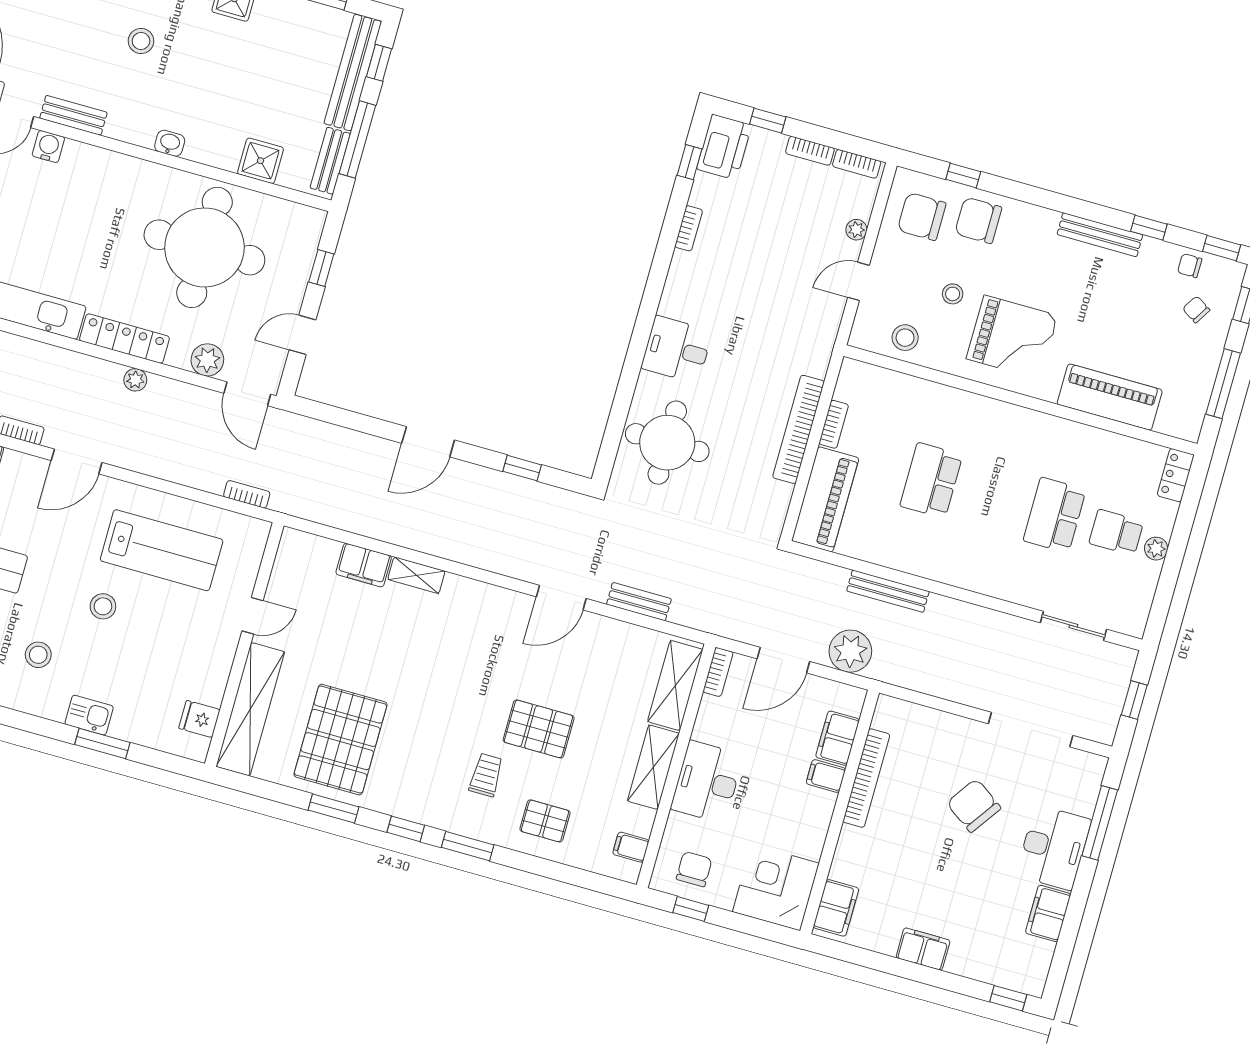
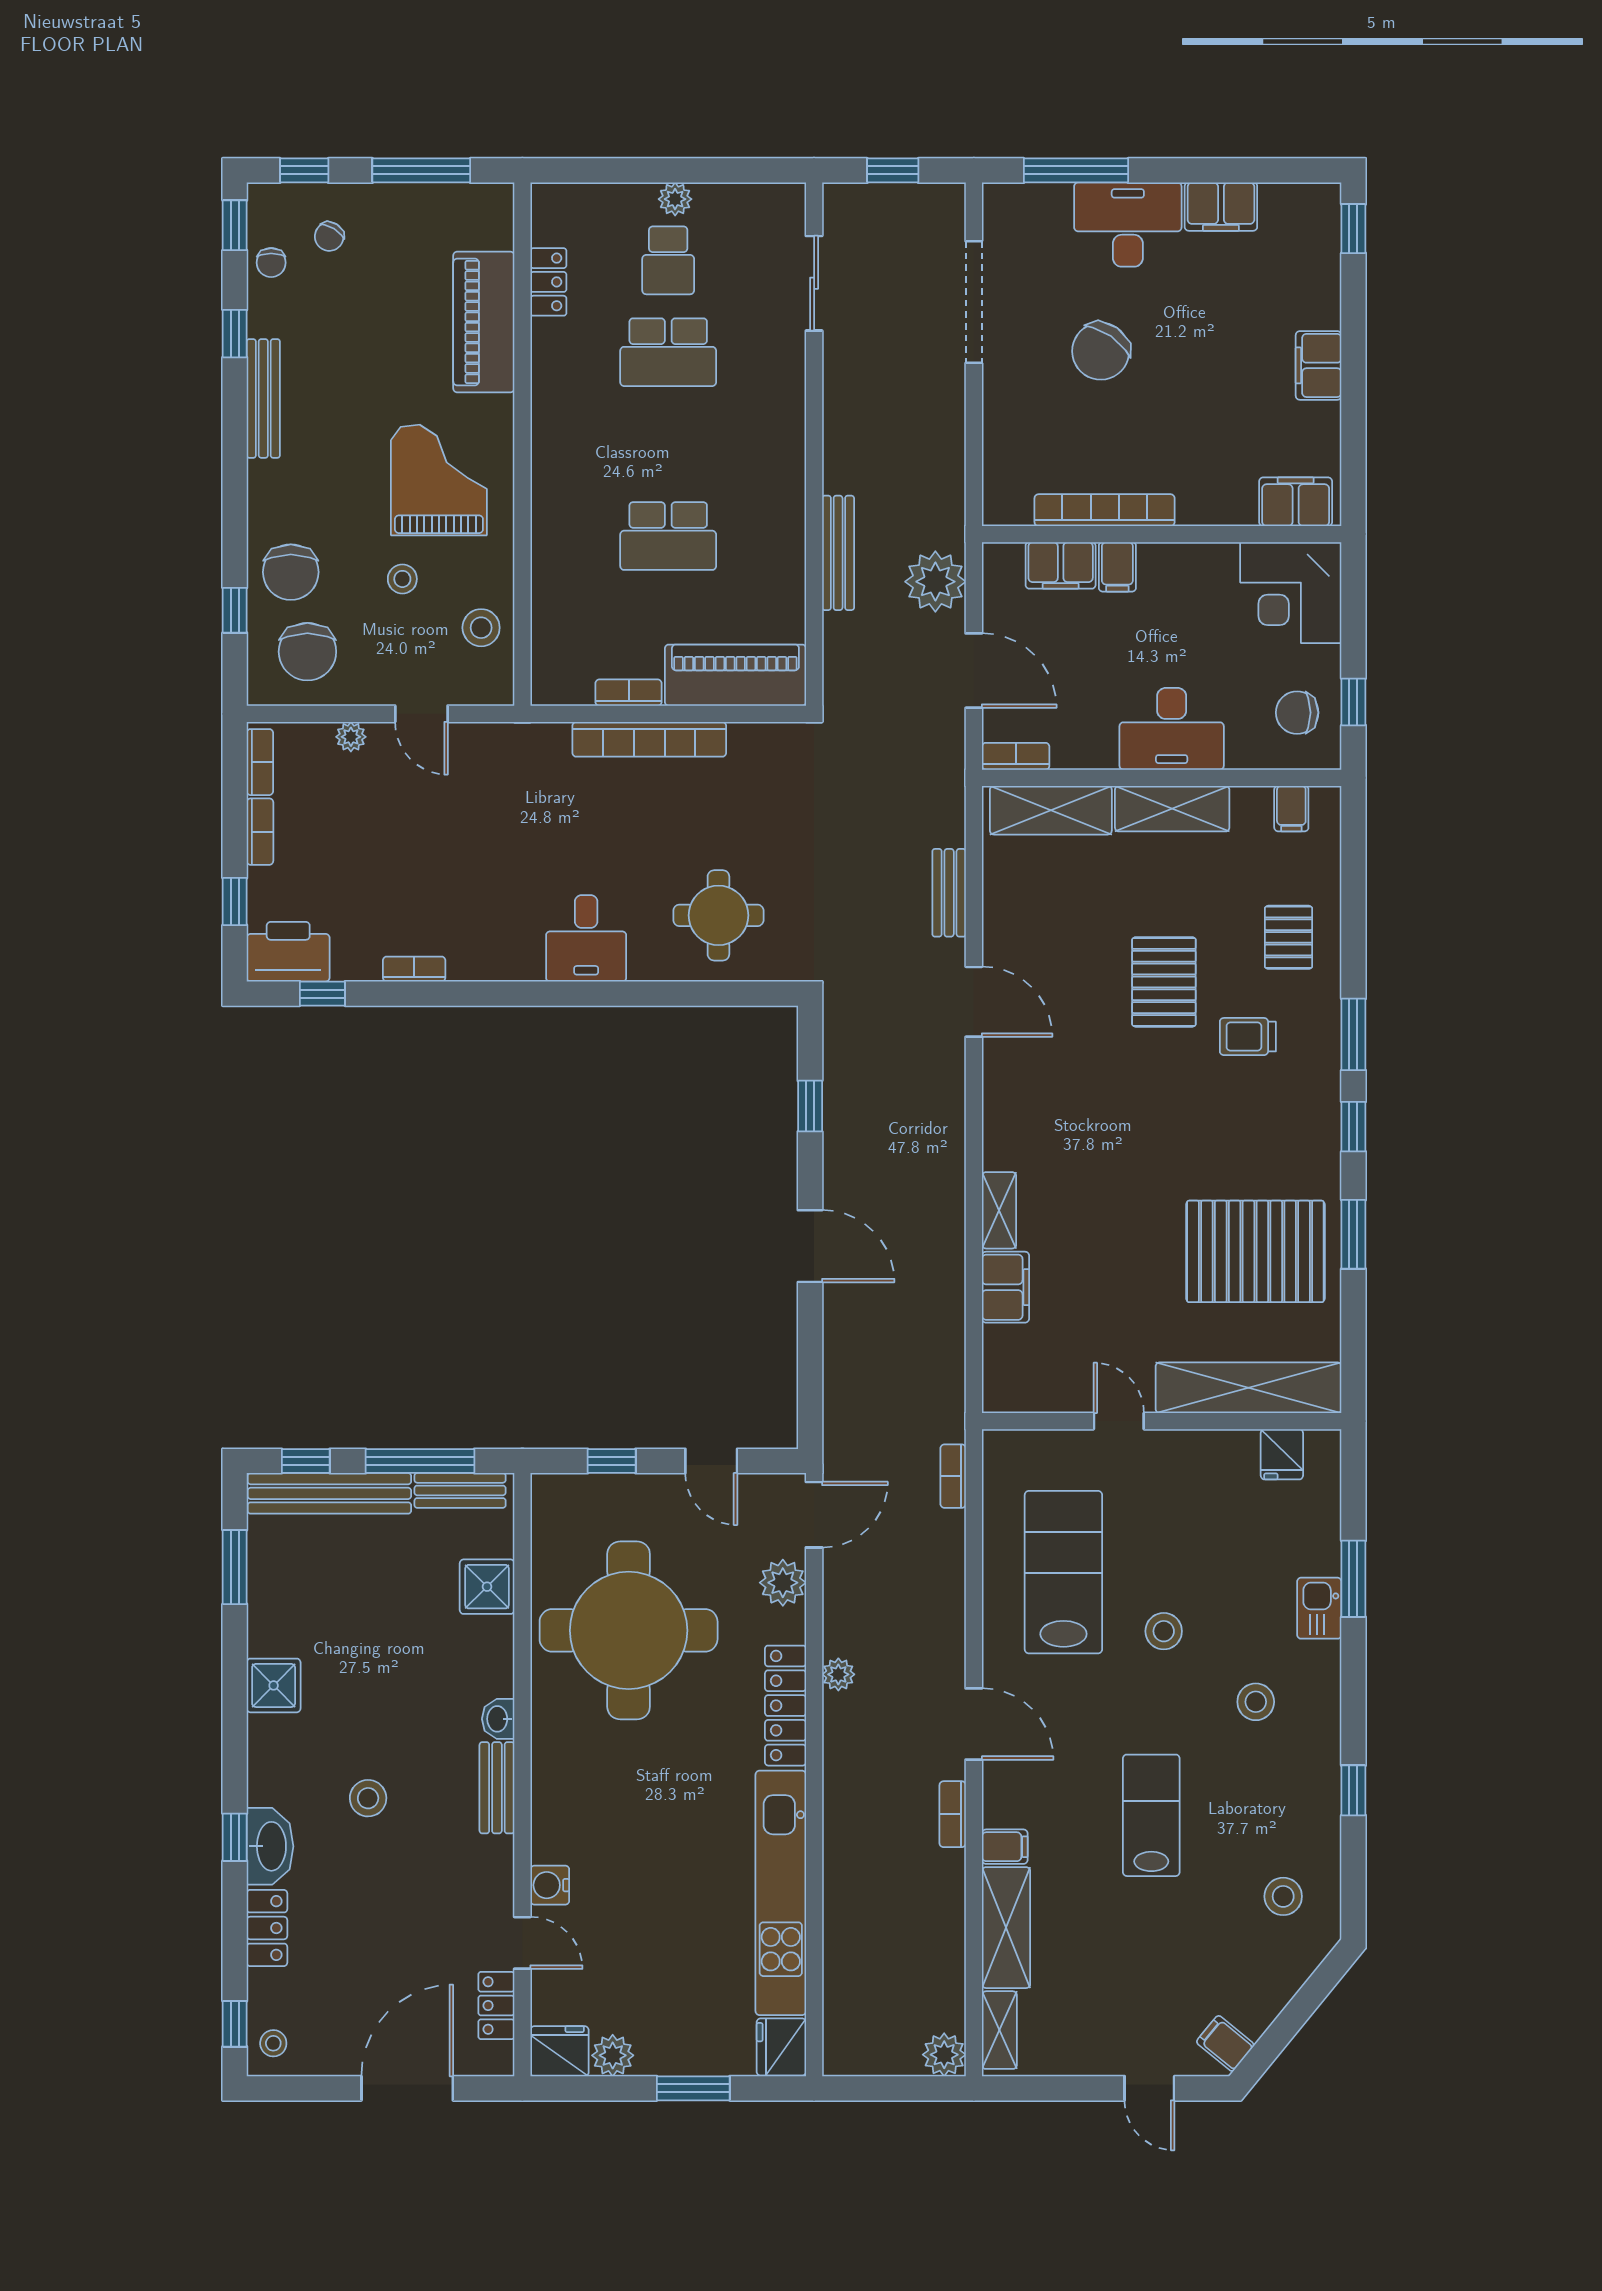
bench: (73, 115) -> (497, 1788), moved
round table: (667, 443) -> (718, 915), width x0.73, depth x0.73
locker: (1176, 475) -> (548, 282), moved, turned -90

